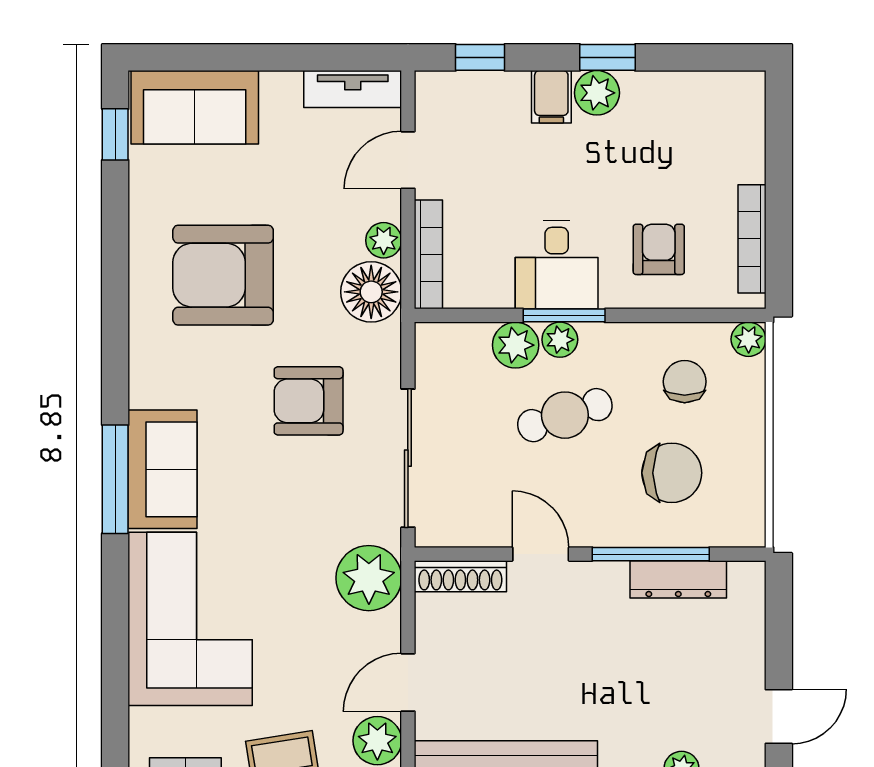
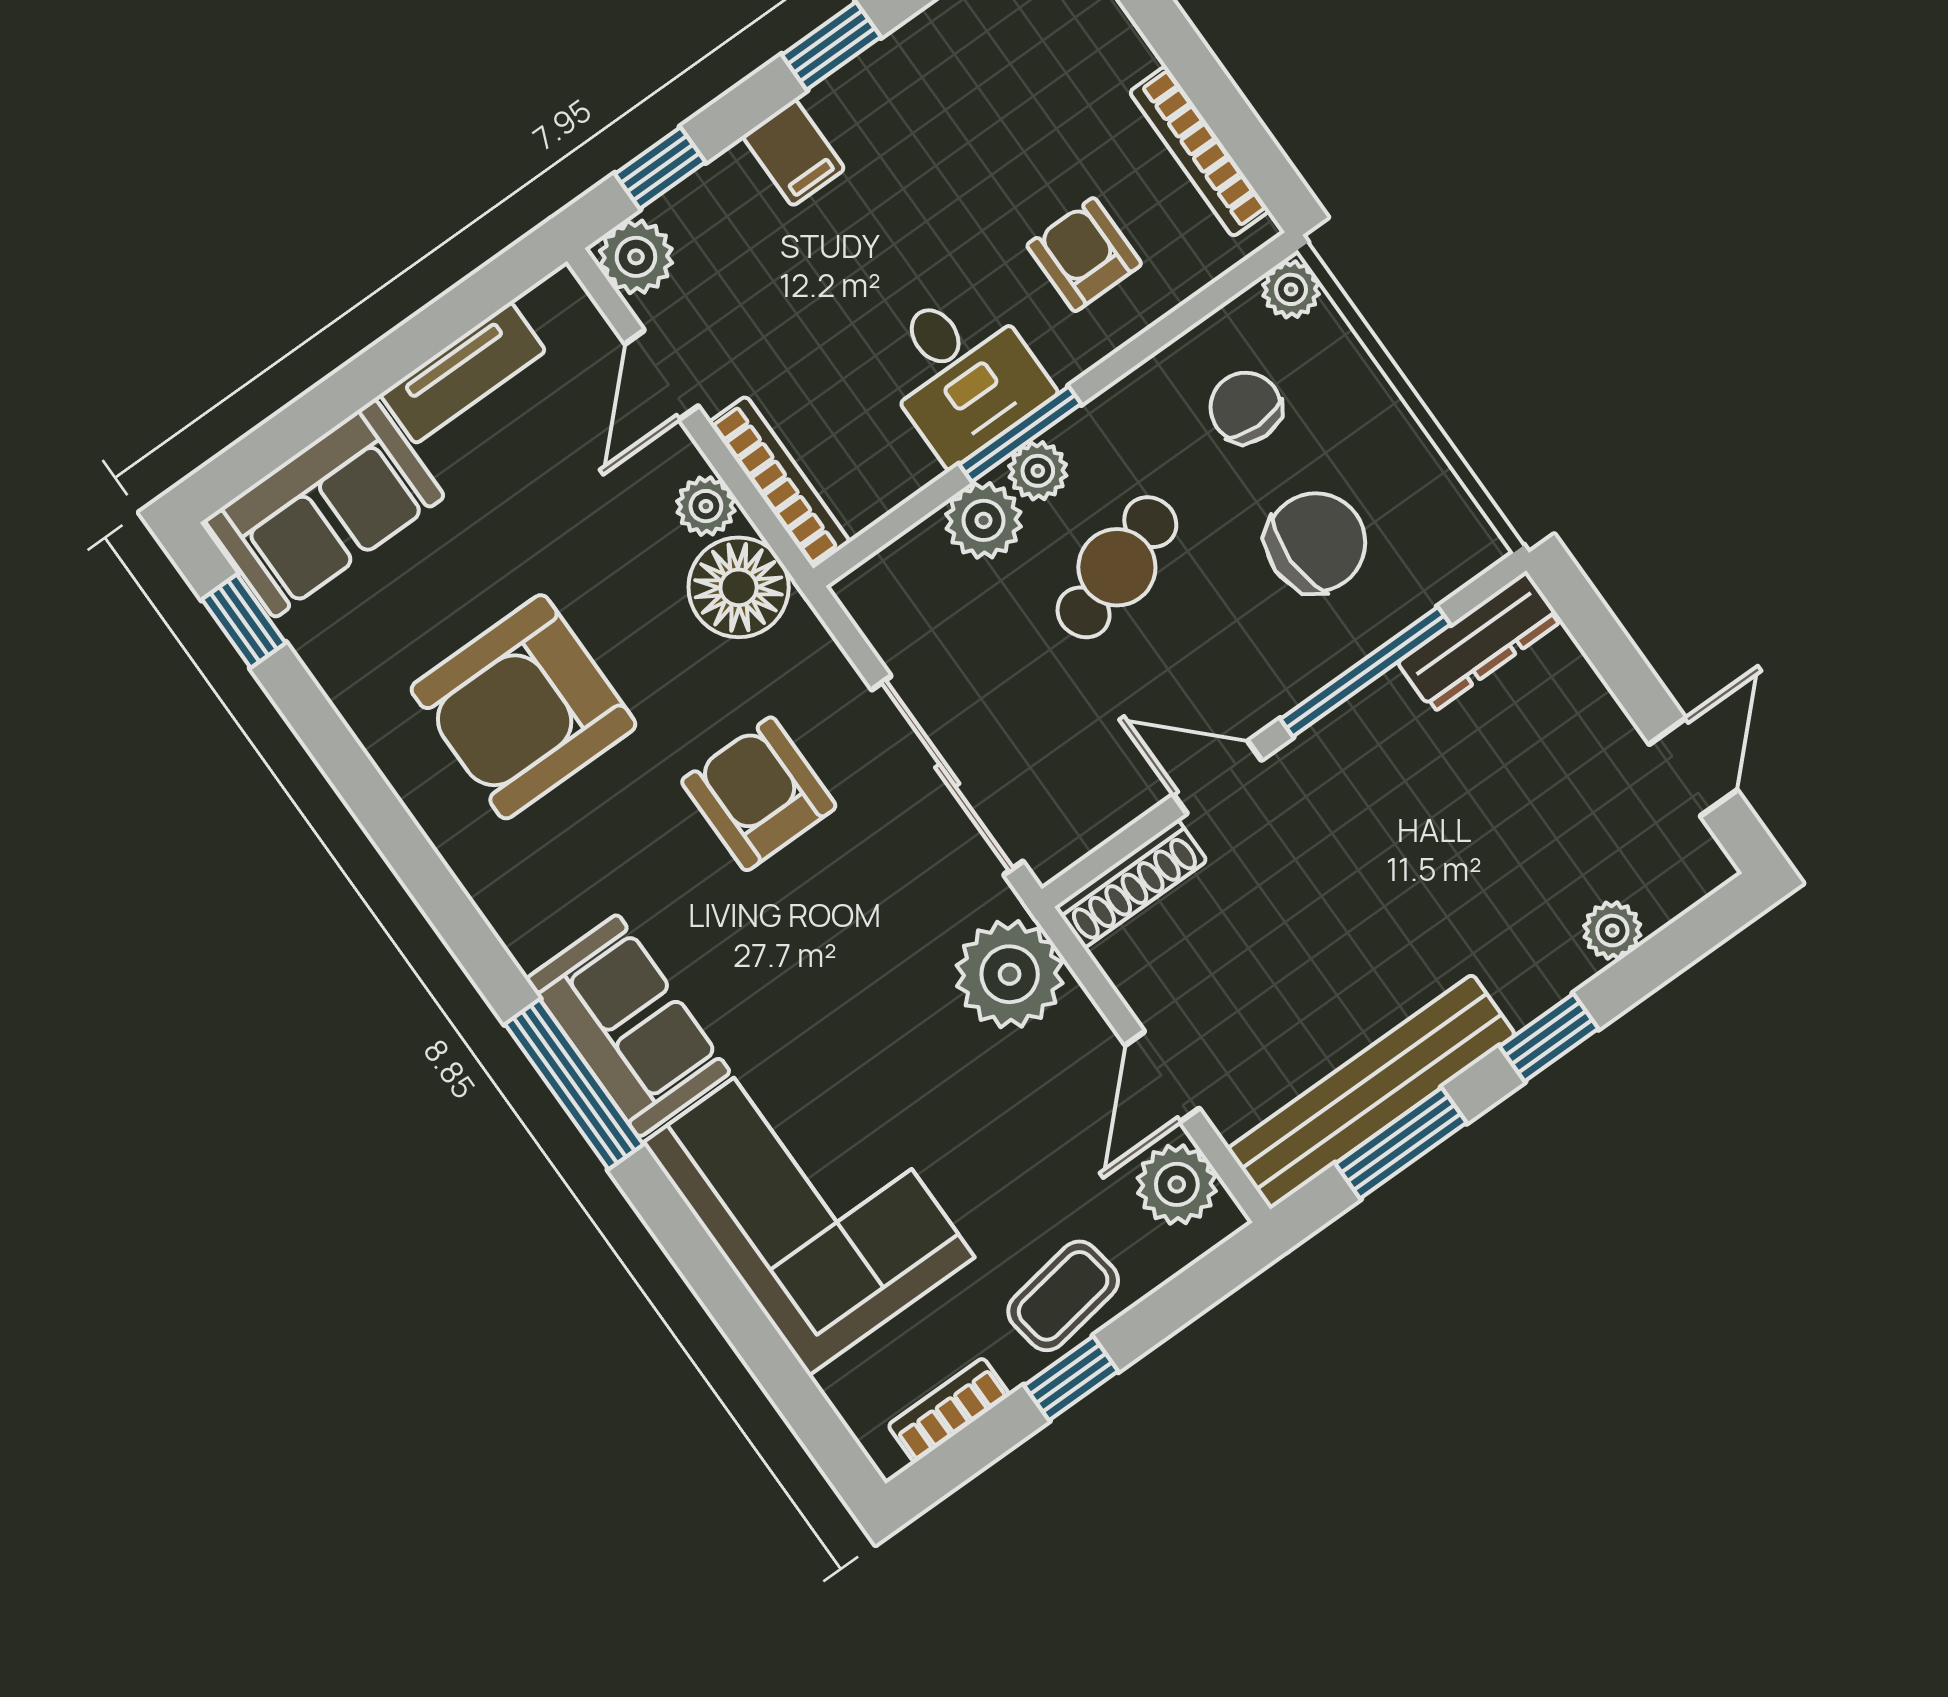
tv unit: (353, 89) -> (463, 373), moved
plant: (597, 93) -> (636, 257), moved
armchair: (309, 401) -> (759, 794), turned 90
dresser: (678, 579) -> (1480, 642), moved

